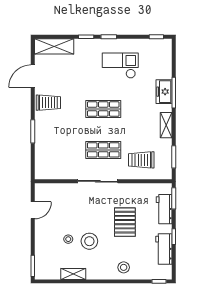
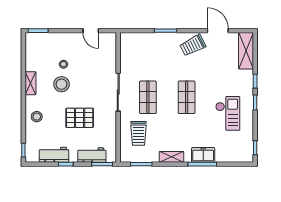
trolley: (48, 103) -> (193, 45), turned 63
trolley: (141, 160) -> (138, 133), turned 180
shelving: (73, 274) -> (31, 83), moved

